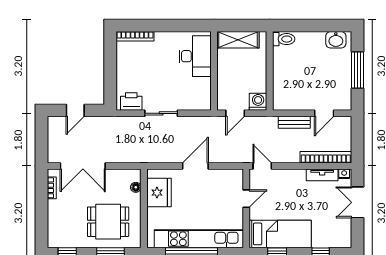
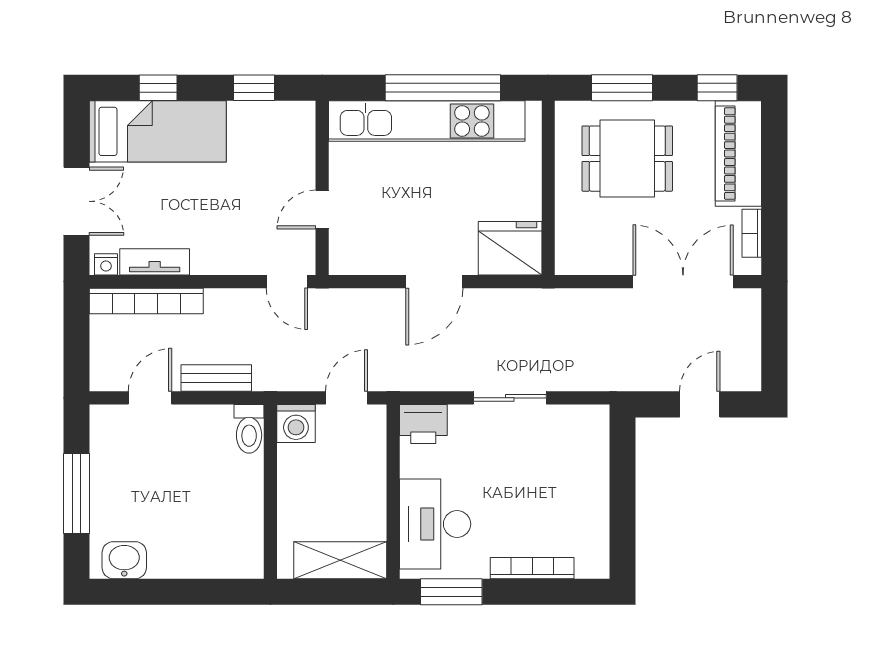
window: (188, 25) -> (451, 592), added
bookcase: (135, 36) -> (532, 568), moved
toilet: (284, 39) -> (249, 429), moved, turned -90
printer: (131, 101) -> (423, 424), moved
floor lamp: (136, 187) -> (566, 234), removed
fridge: (159, 193) -> (510, 248), moved, turned 90
piano: (58, 224) -> (738, 154), added
bed: (280, 234) -> (158, 131), moved, turned 180

